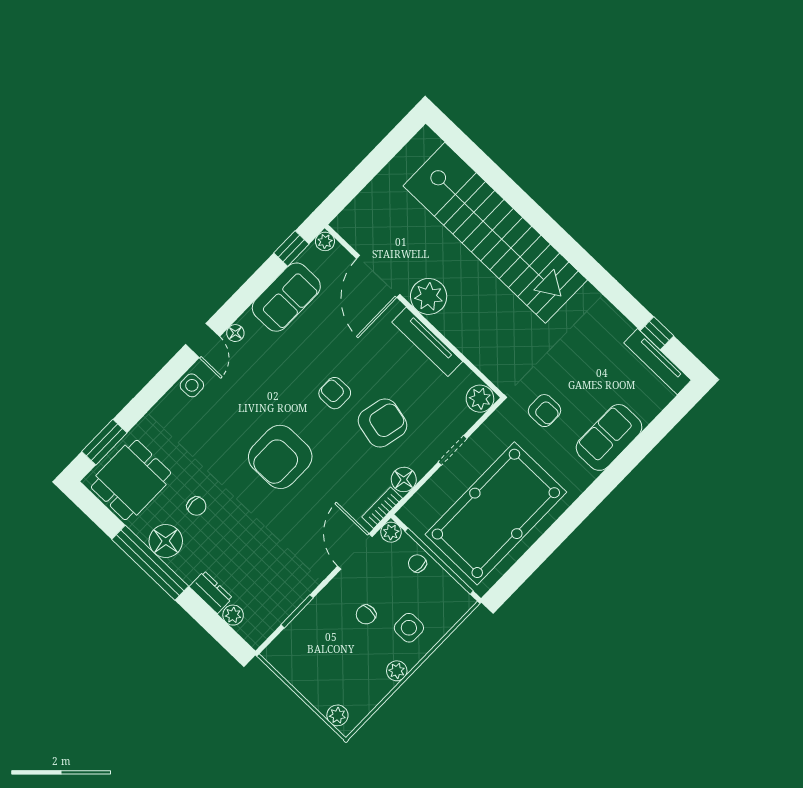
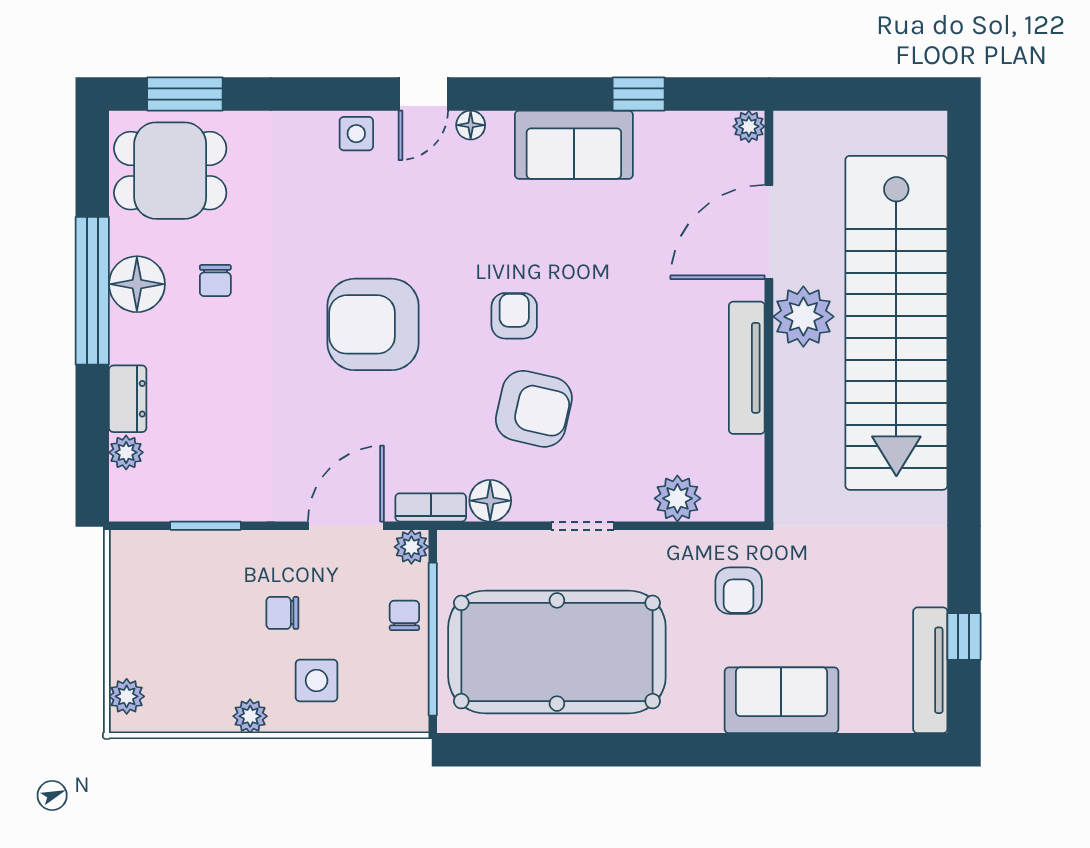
plant: (325, 241) -> (749, 126), moved
door: (378, 276) -> (769, 232), moved
plant: (429, 296) -> (803, 317), moved
wall: (414, 311) -> (769, 316), moved
tv unit: (427, 342) -> (747, 368), moved

